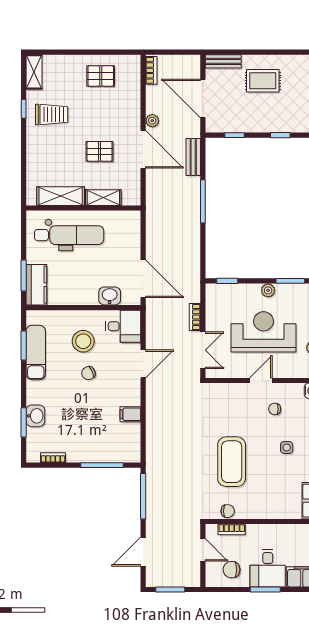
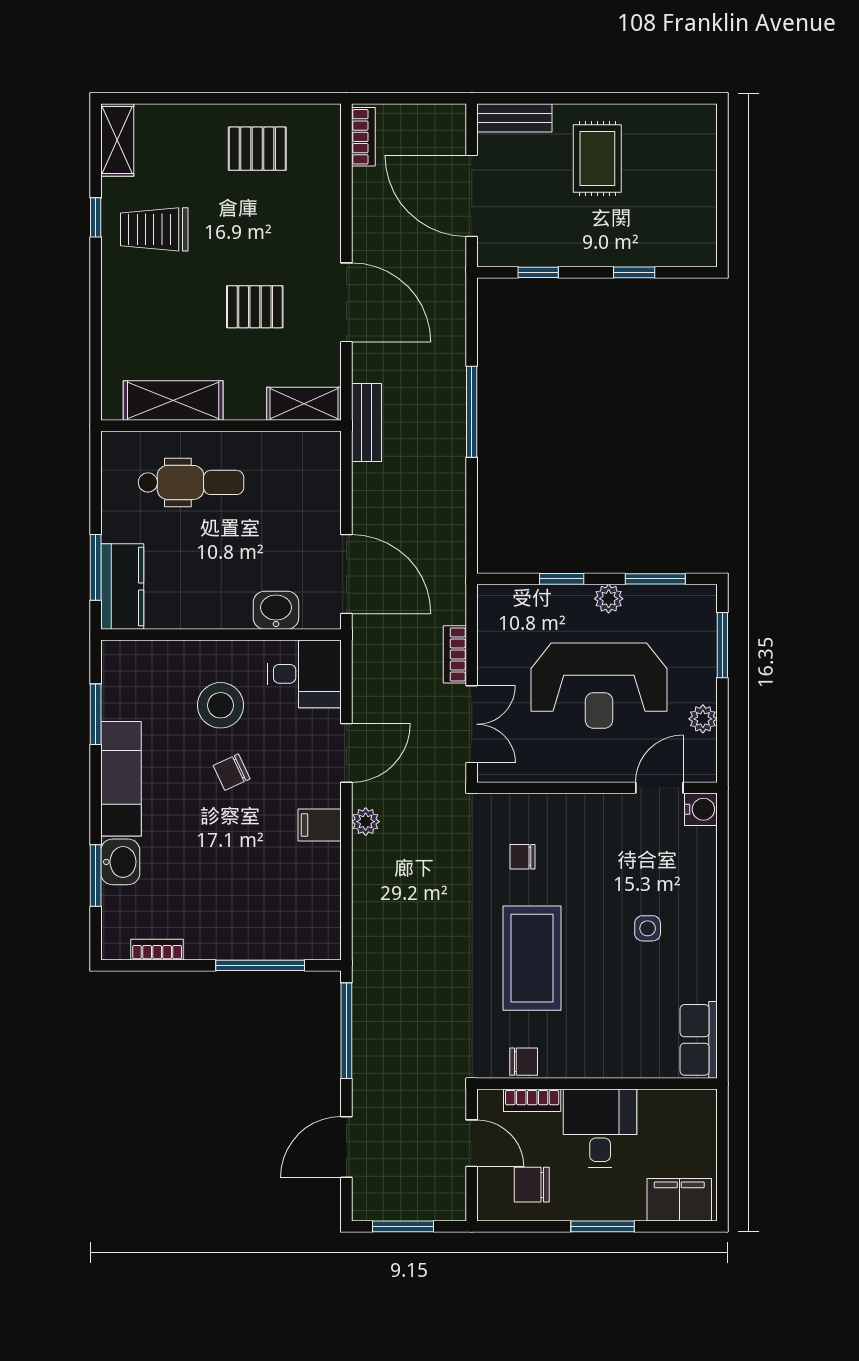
rug: (263, 81) -> (597, 159), turned 90
trolley: (52, 114) -> (154, 229), turned 180
plant: (152, 121) -> (366, 822), moved
bench: (193, 157) -> (366, 423), moved
shelving: (103, 198) -> (304, 404), moved
dental chair: (69, 235) -> (191, 482), width x0.73, depth x0.72
window: (227, 281) -> (562, 579), moved
reception desk: (263, 332) -> (599, 686), turned 180
exam couch: (36, 353) -> (121, 779), moved
door: (261, 381) -> (659, 788), moved
chair: (275, 409) -> (522, 857), moved
filing cabinet: (130, 414) -> (320, 825), moved
desk: (268, 568) -> (600, 1128), moved, turned 180

